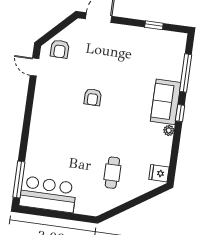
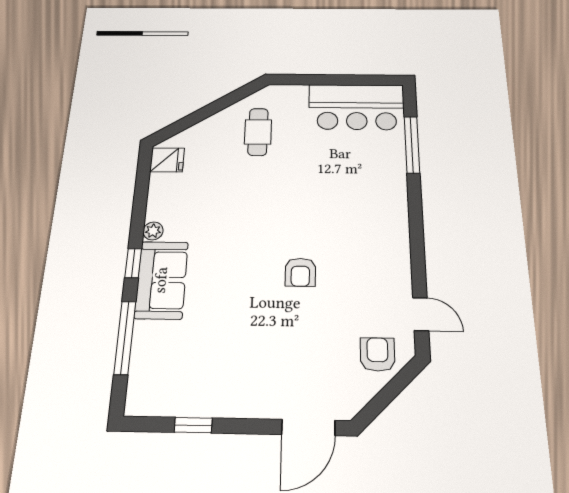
armchair: (93, 97) -> (300, 272), turned 180
cafe table: (112, 173) -> (258, 132), moved
window: (19, 179) -> (412, 145), moved

